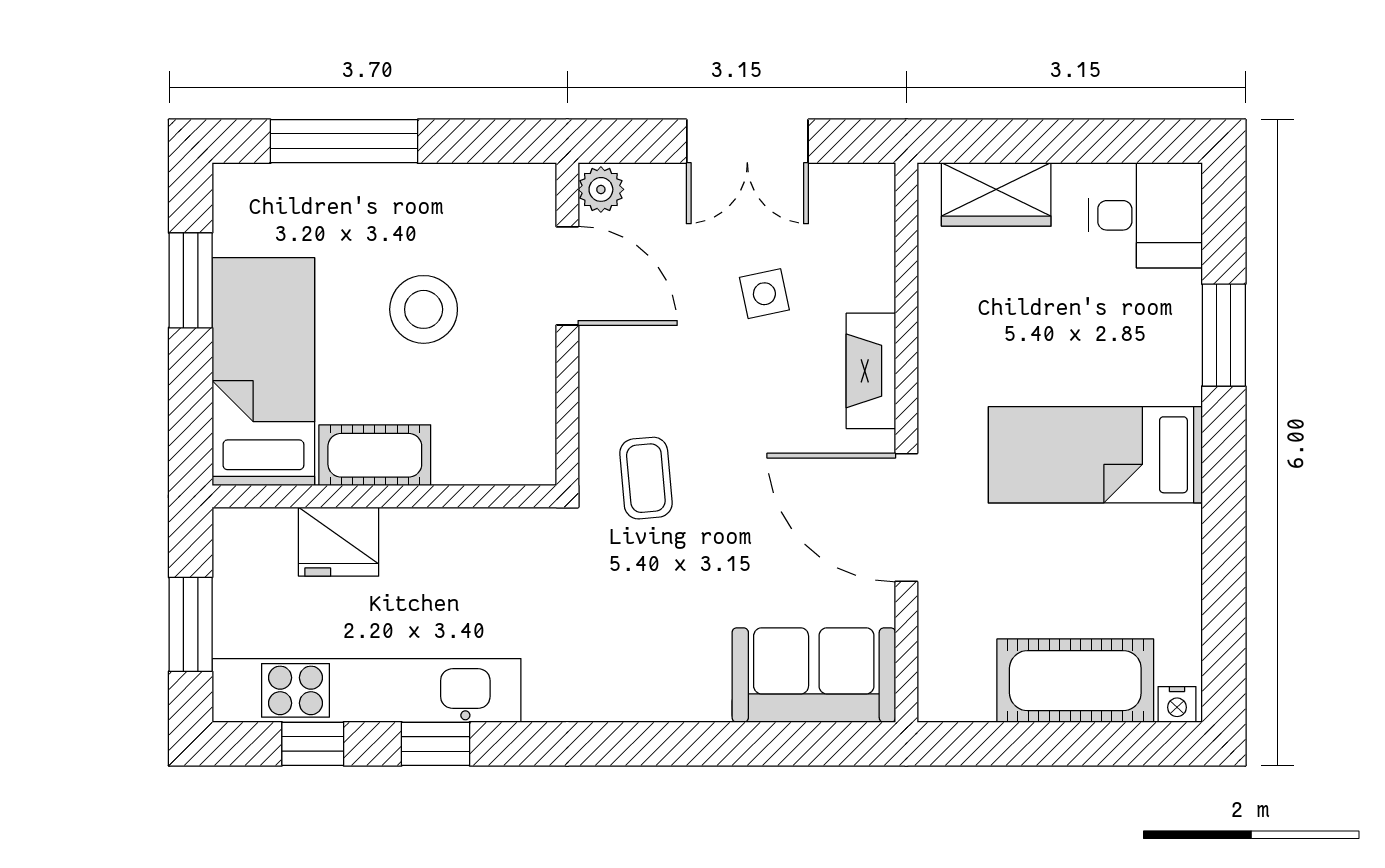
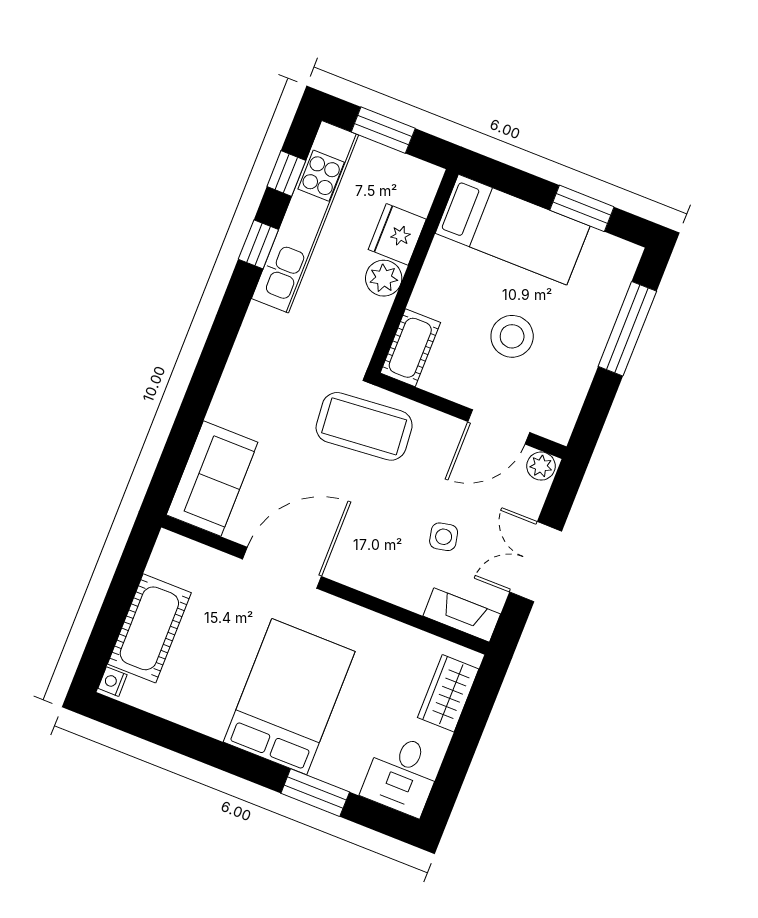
fireplace: (871, 371) -> (462, 615), moved
cot: (375, 455) -> (410, 348), moved
bed: (1095, 455) -> (289, 697), width x1.50
coffee table: (646, 478) -> (364, 426), width x1.86, depth x1.72
plant: (412, 536) -> (384, 278), added

